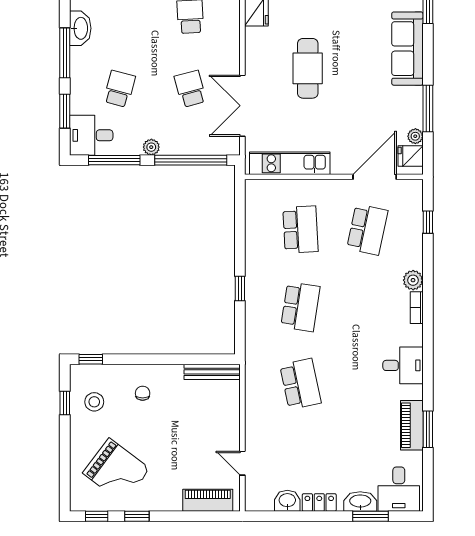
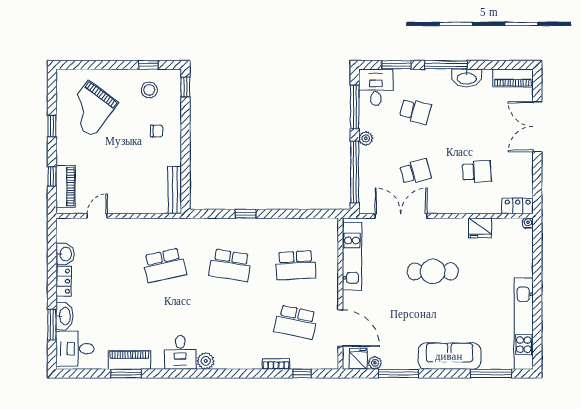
plant: (413, 280) -> (206, 361), moved
bookcase: (417, 308) -> (276, 364), moved
window: (97, 516) -> (52, 176), moved

